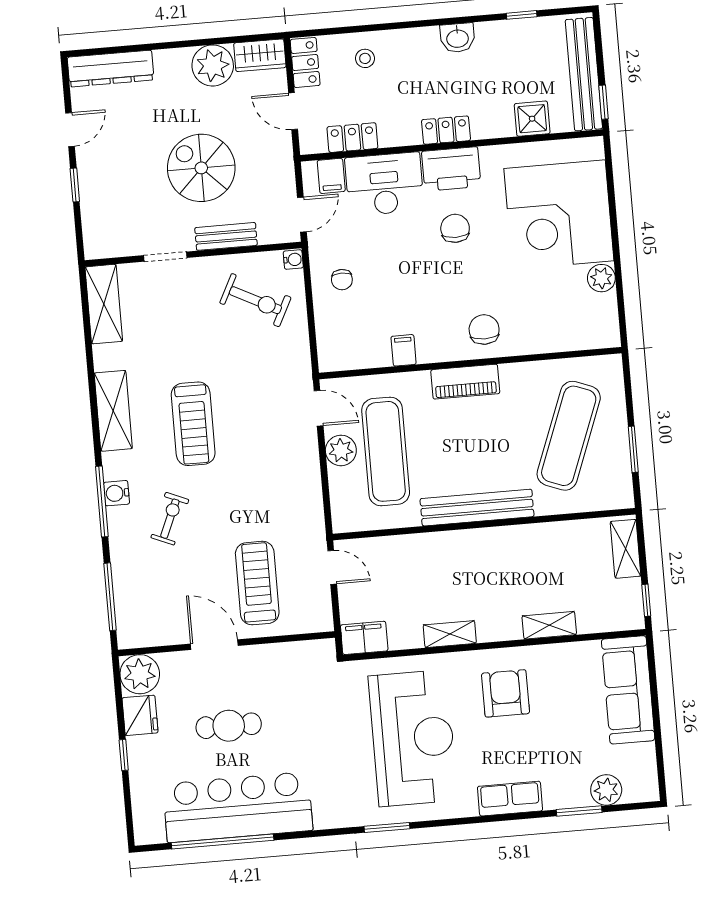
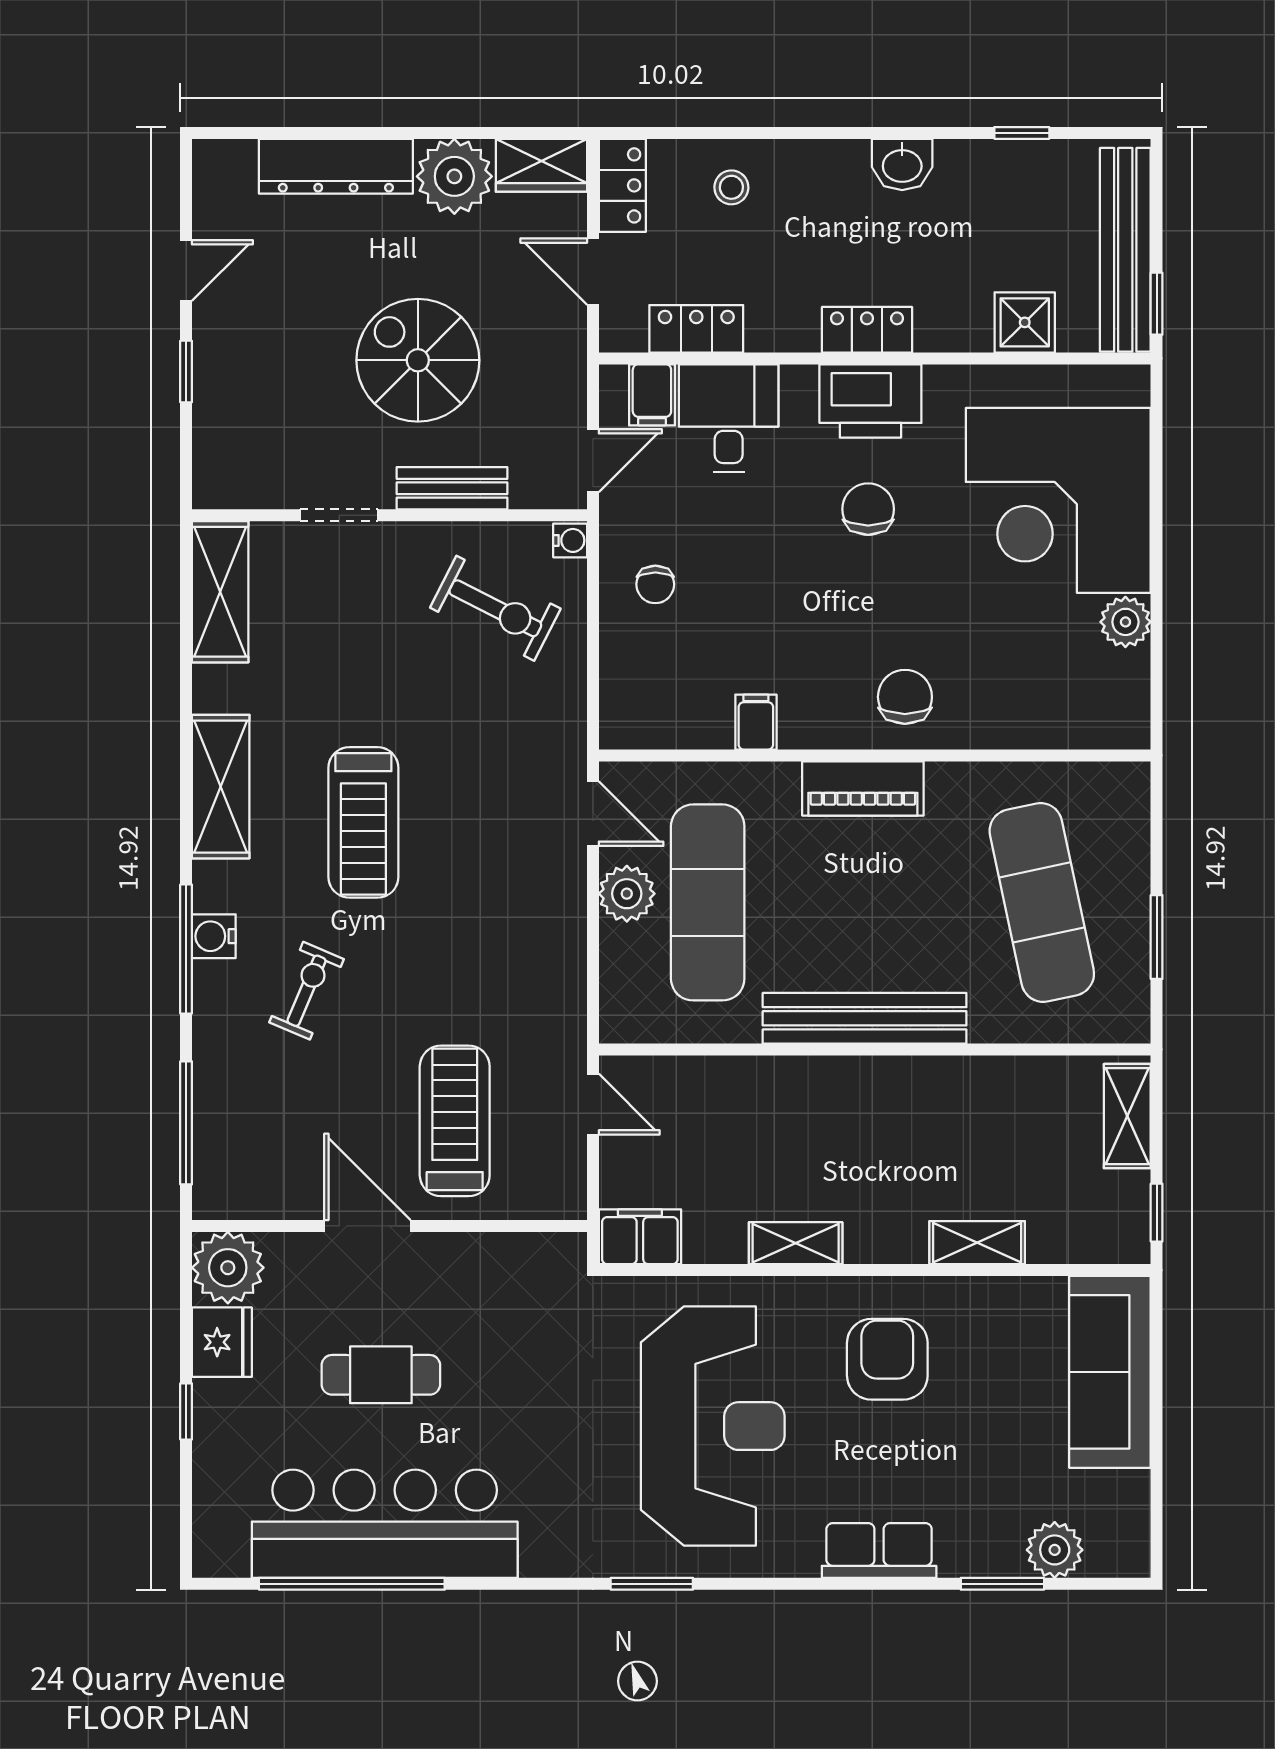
dresser: (111, 69) -> (336, 166), moved
desk: (384, 184) -> (729, 418), width x0.73
exercise mat: (569, 436) -> (1042, 902), turned -33

